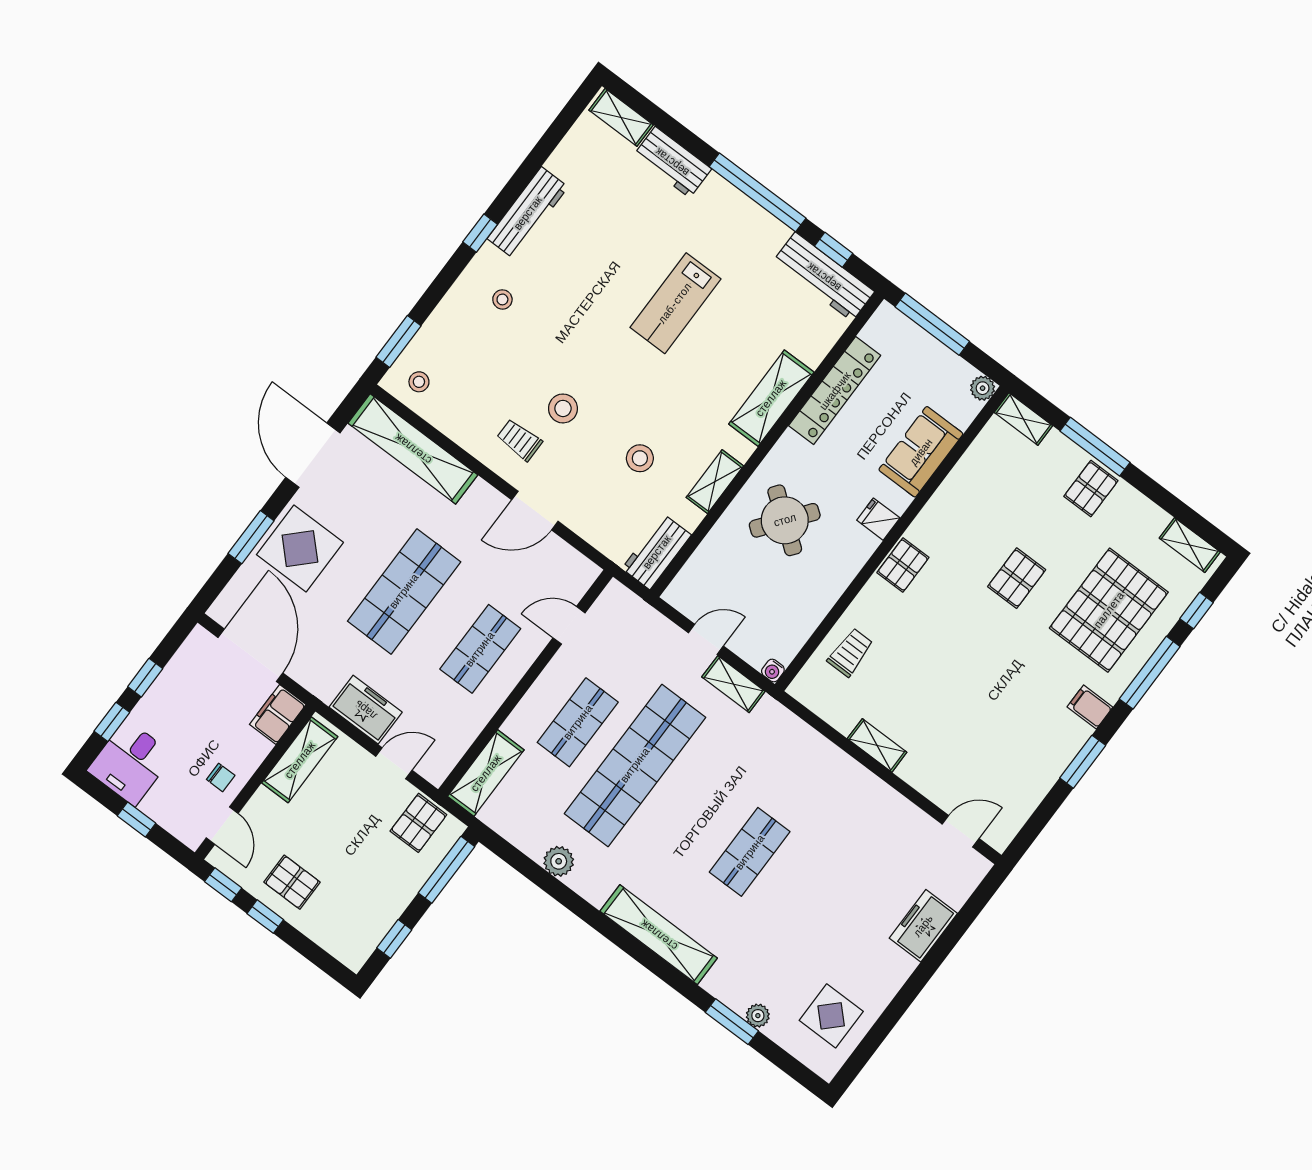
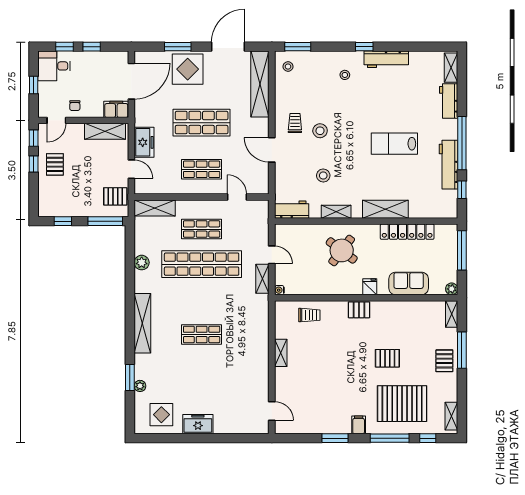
workbench: (824, 277) -> (448, 165), moved
pallet: (1091, 489) -> (444, 361), turned 90
freezer: (923, 926) -> (198, 424), moved

